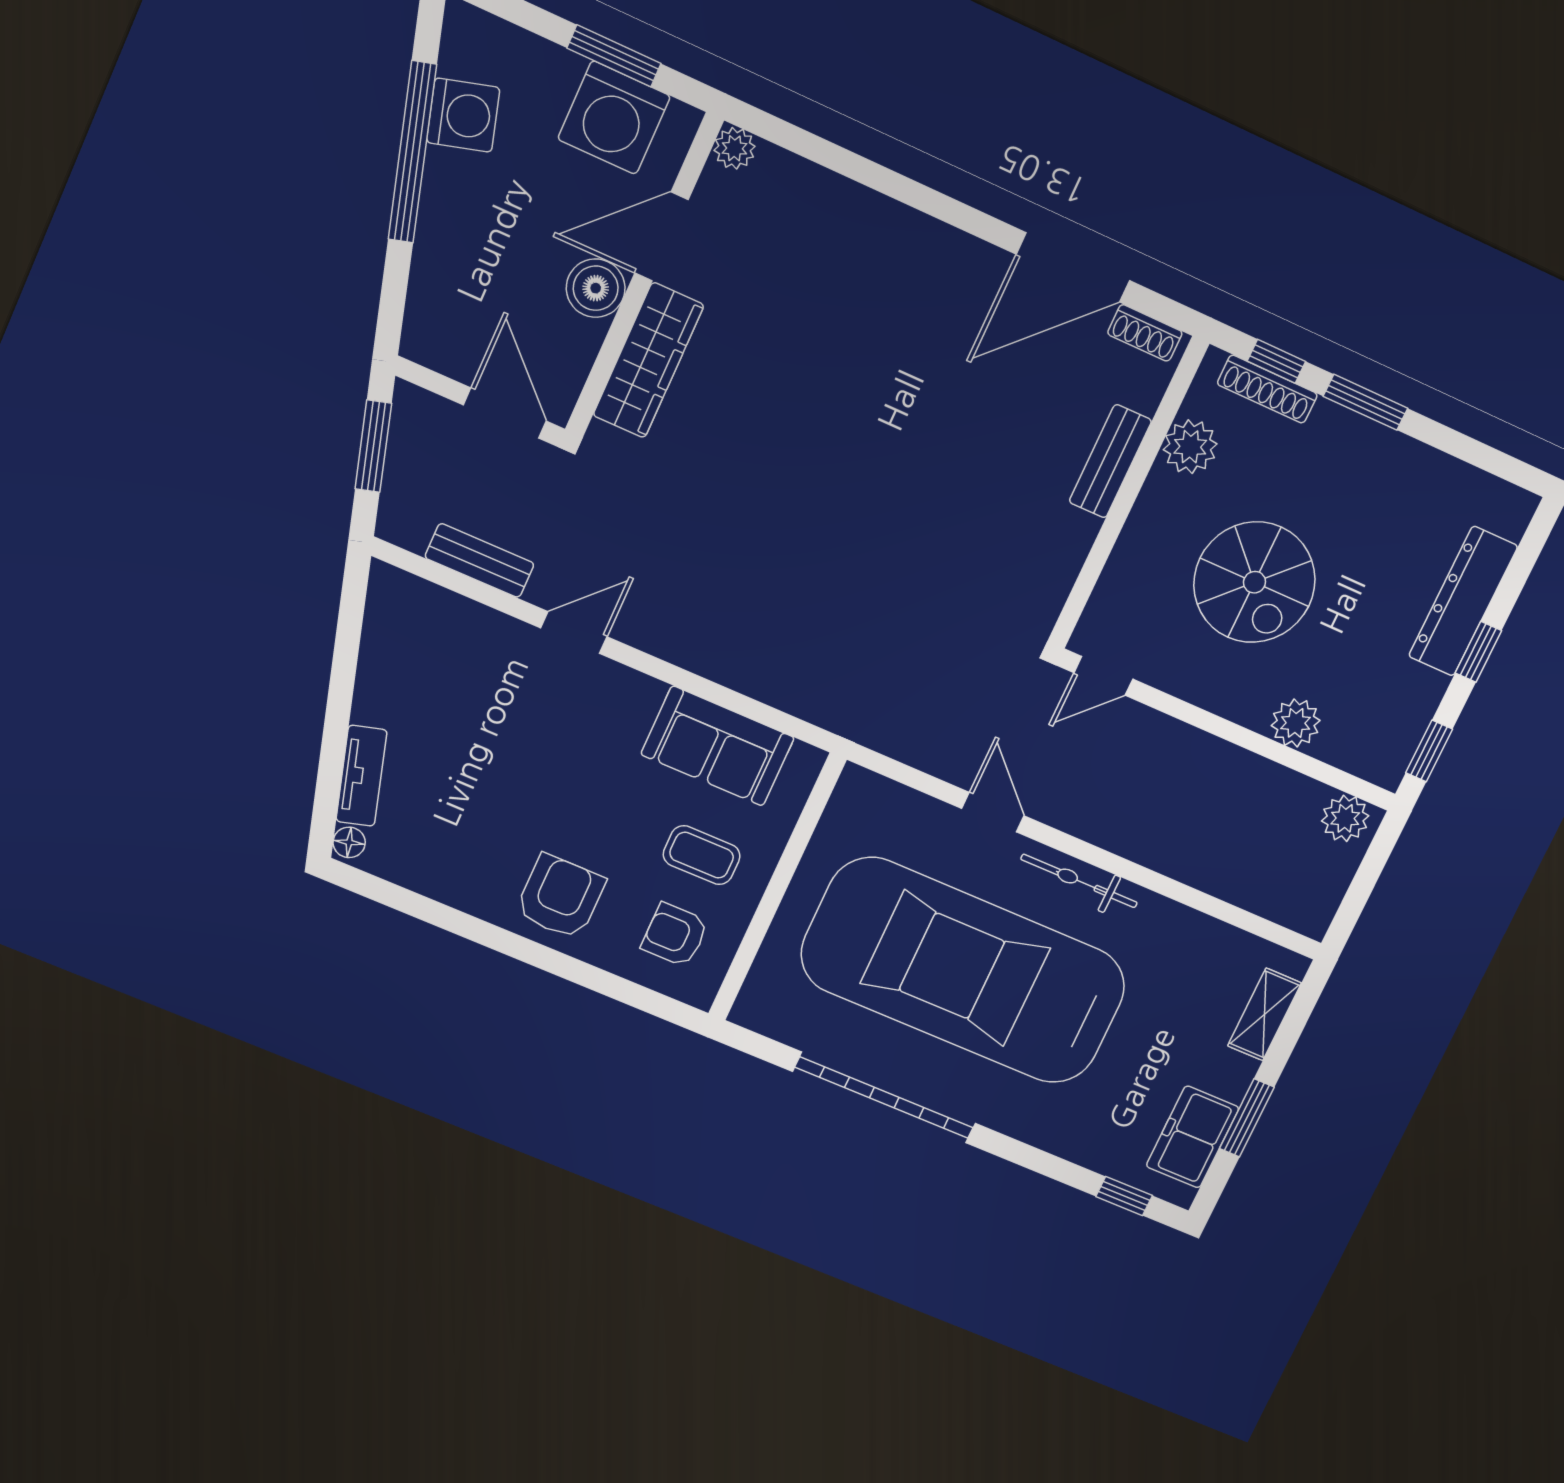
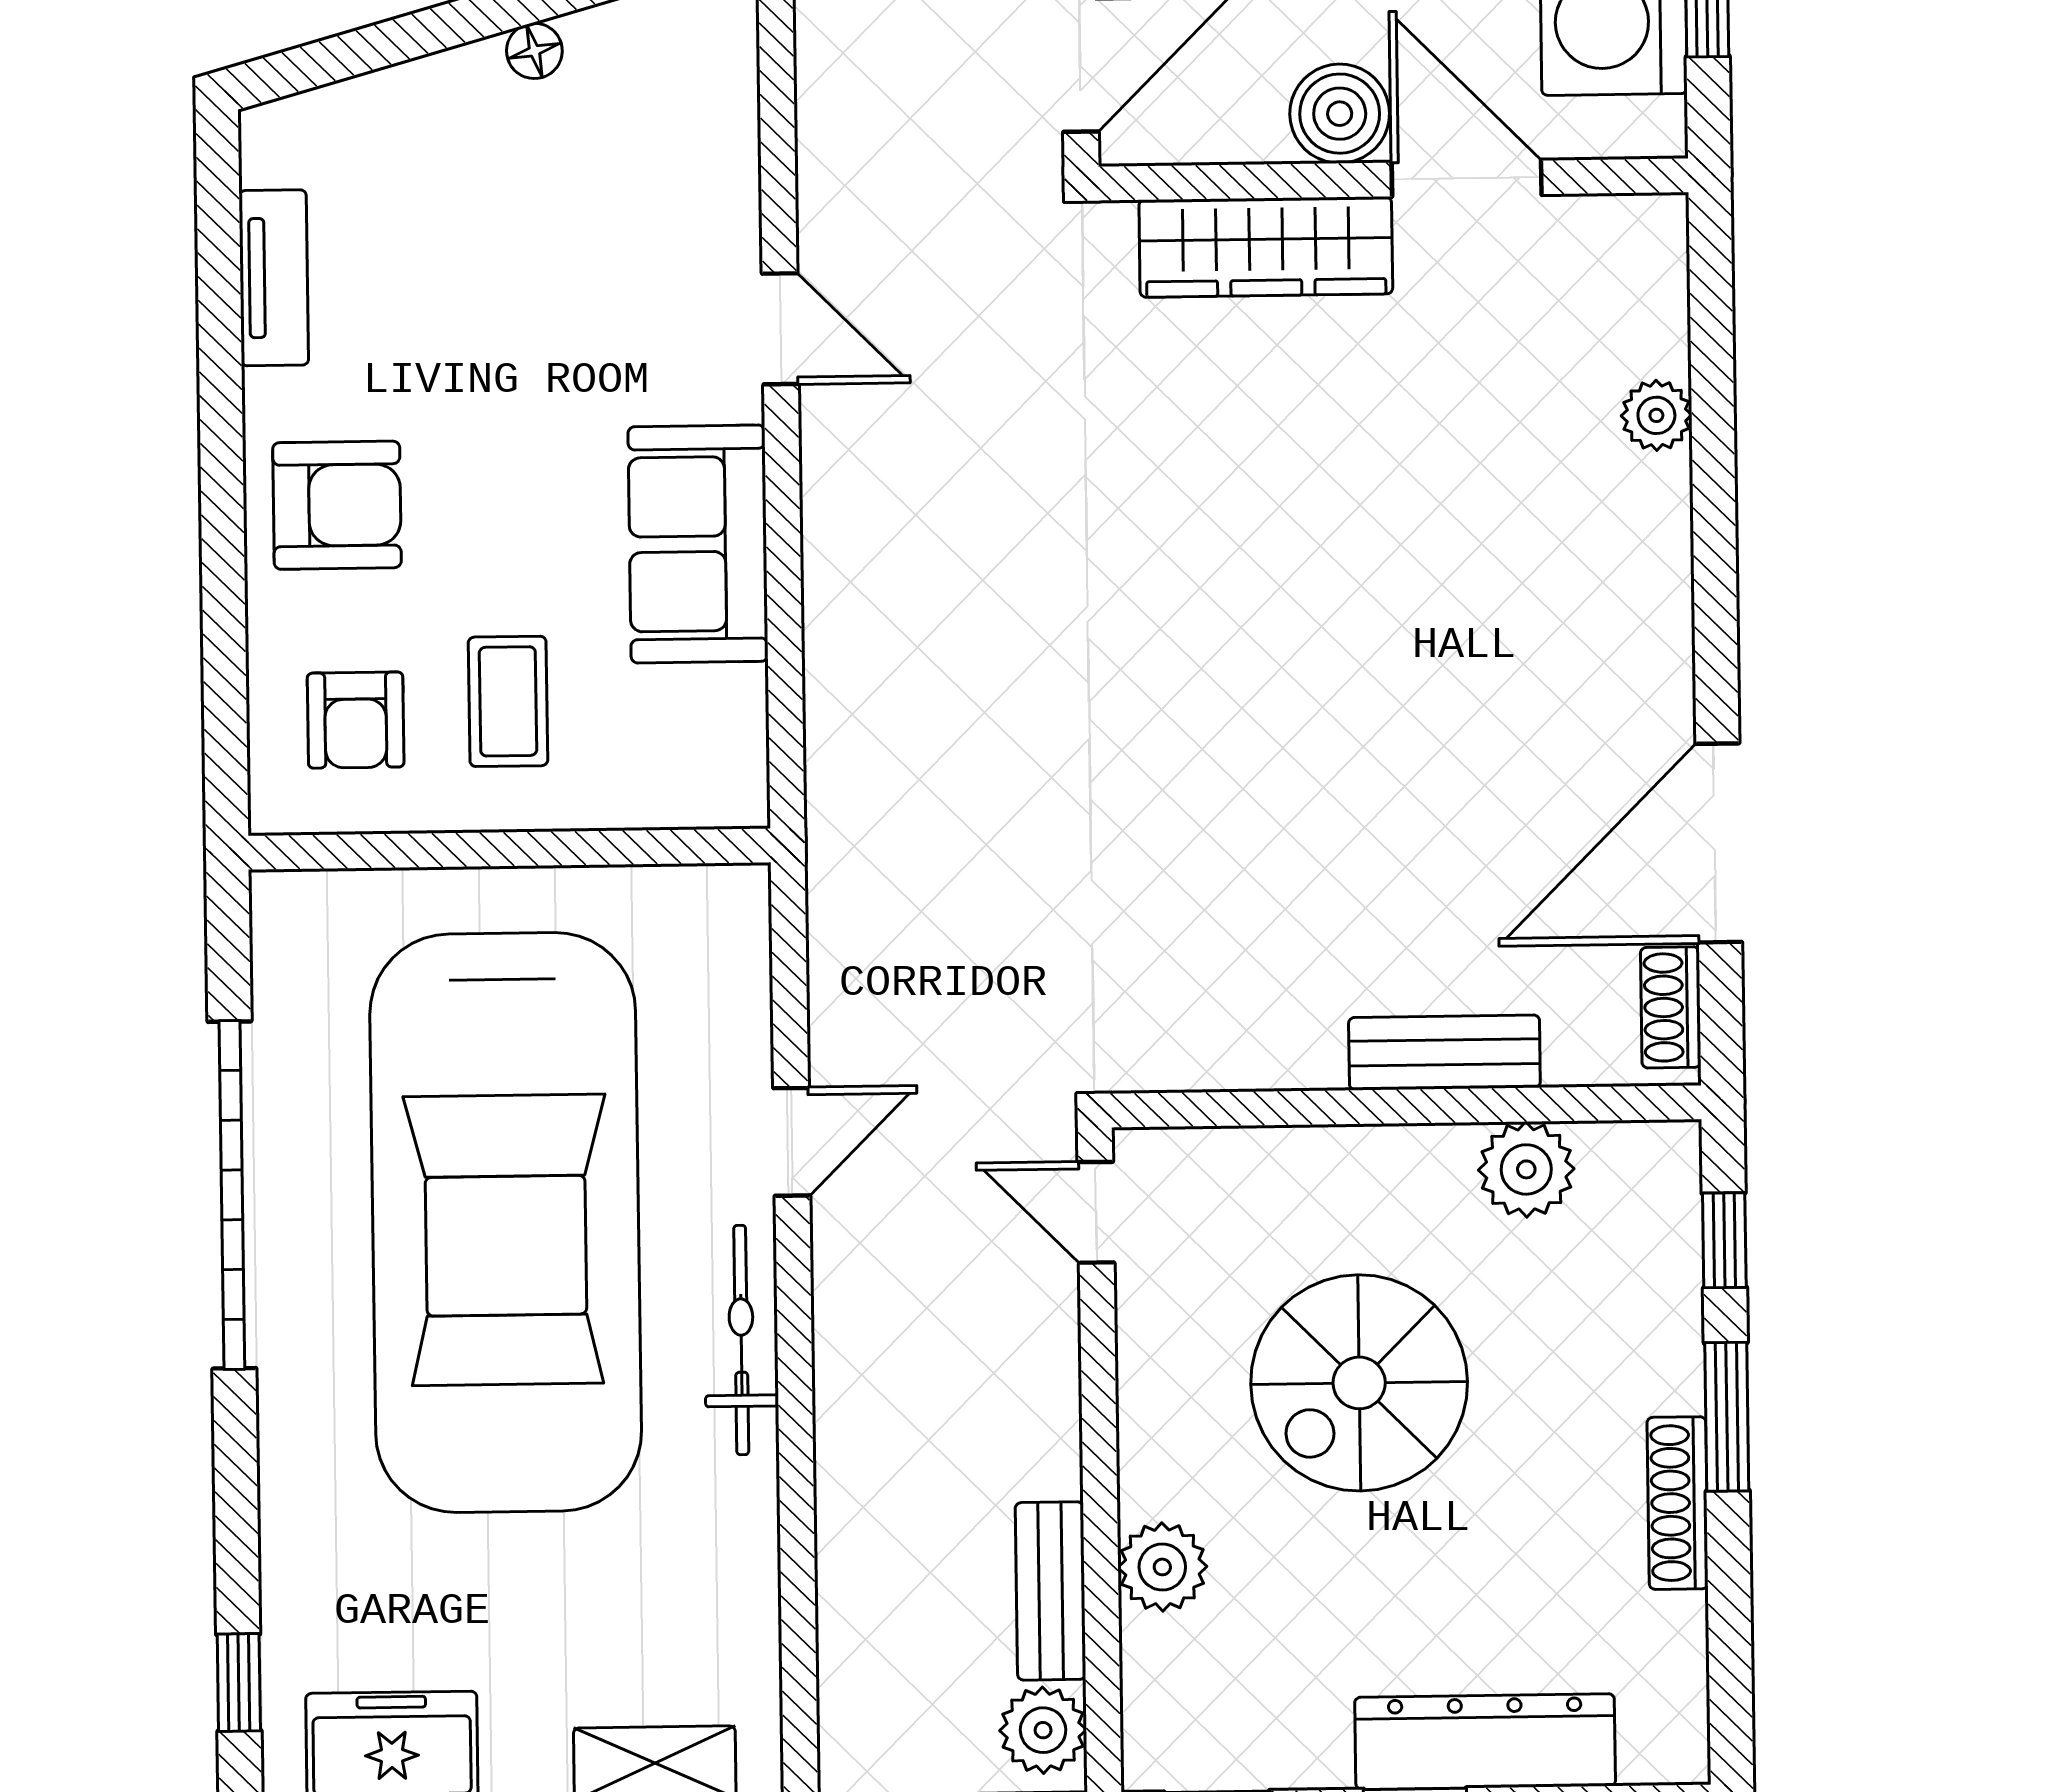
plant: (734, 148) -> (1656, 415), moved
door: (1073, 267) -> (1719, 843), hinge flipped
shoe rack: (1267, 389) -> (1678, 1503), moved
bench: (479, 560) -> (1051, 1591), moved
sofa: (718, 746) -> (698, 544), moved
tv unit: (361, 776) -> (274, 278), moved, turned -74
floor lamp: (349, 842) -> (534, 51), moved
armchair: (675, 935) -> (356, 720), turned 180
car: (963, 971) -> (506, 1223), turned 180

